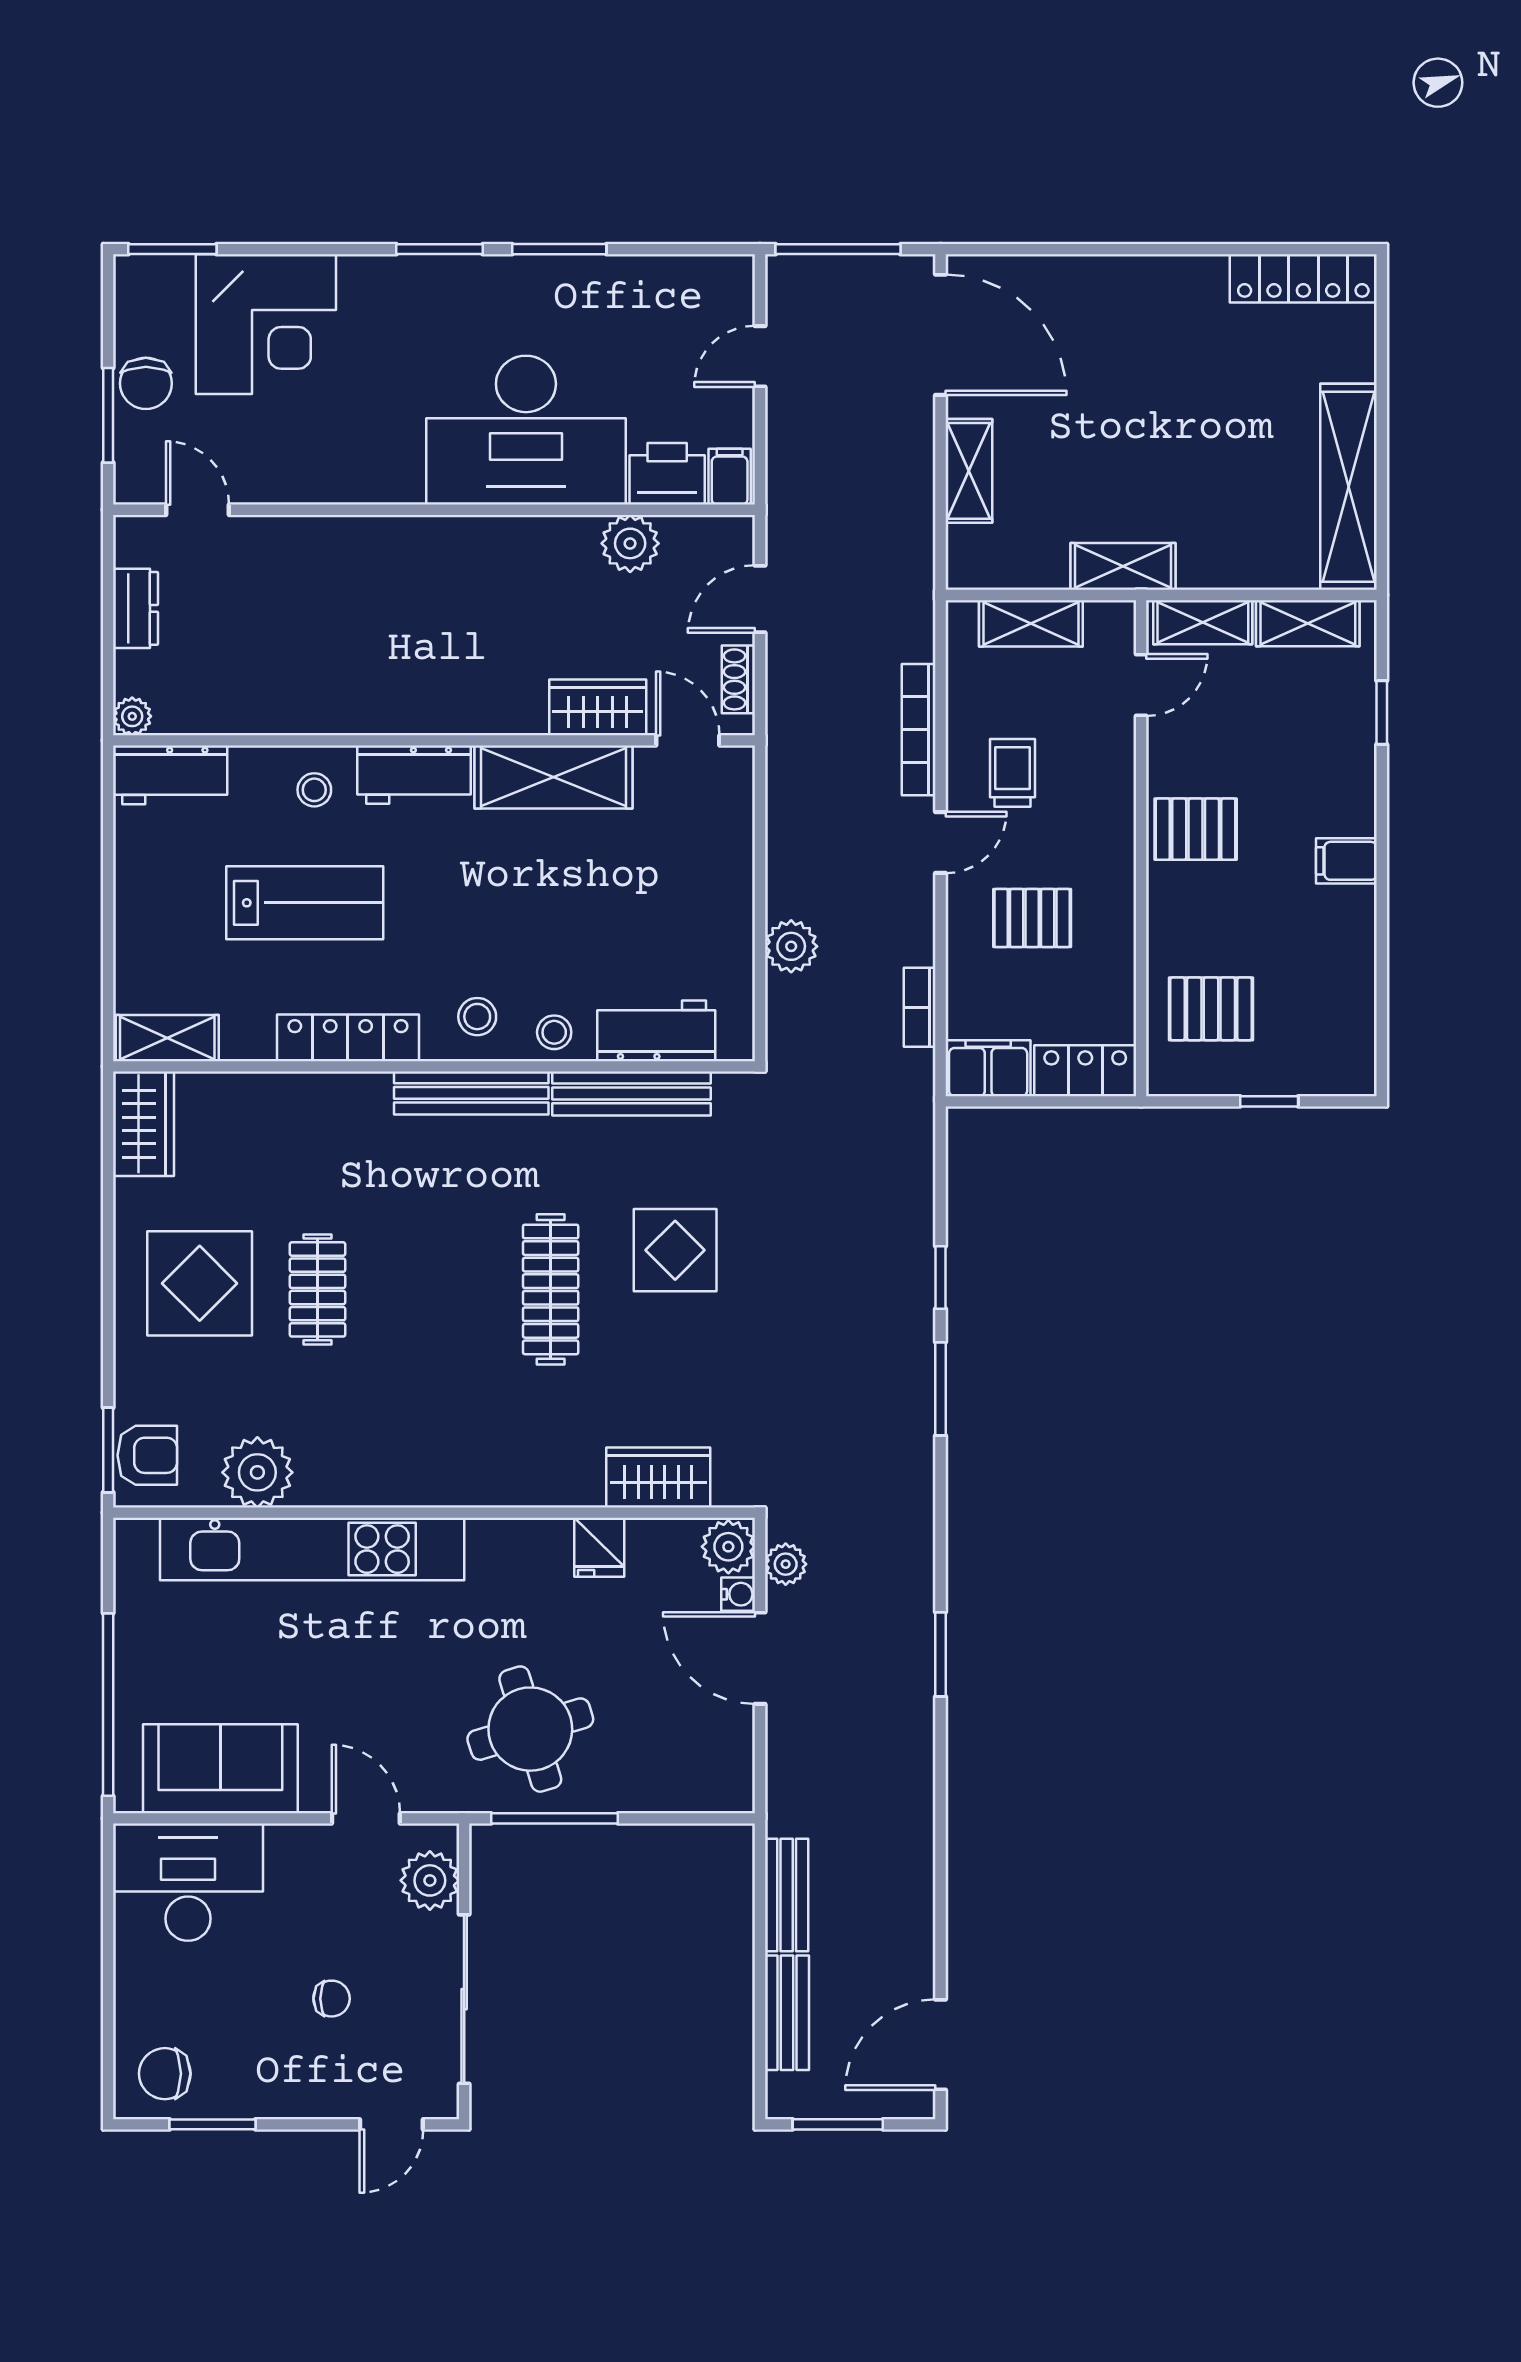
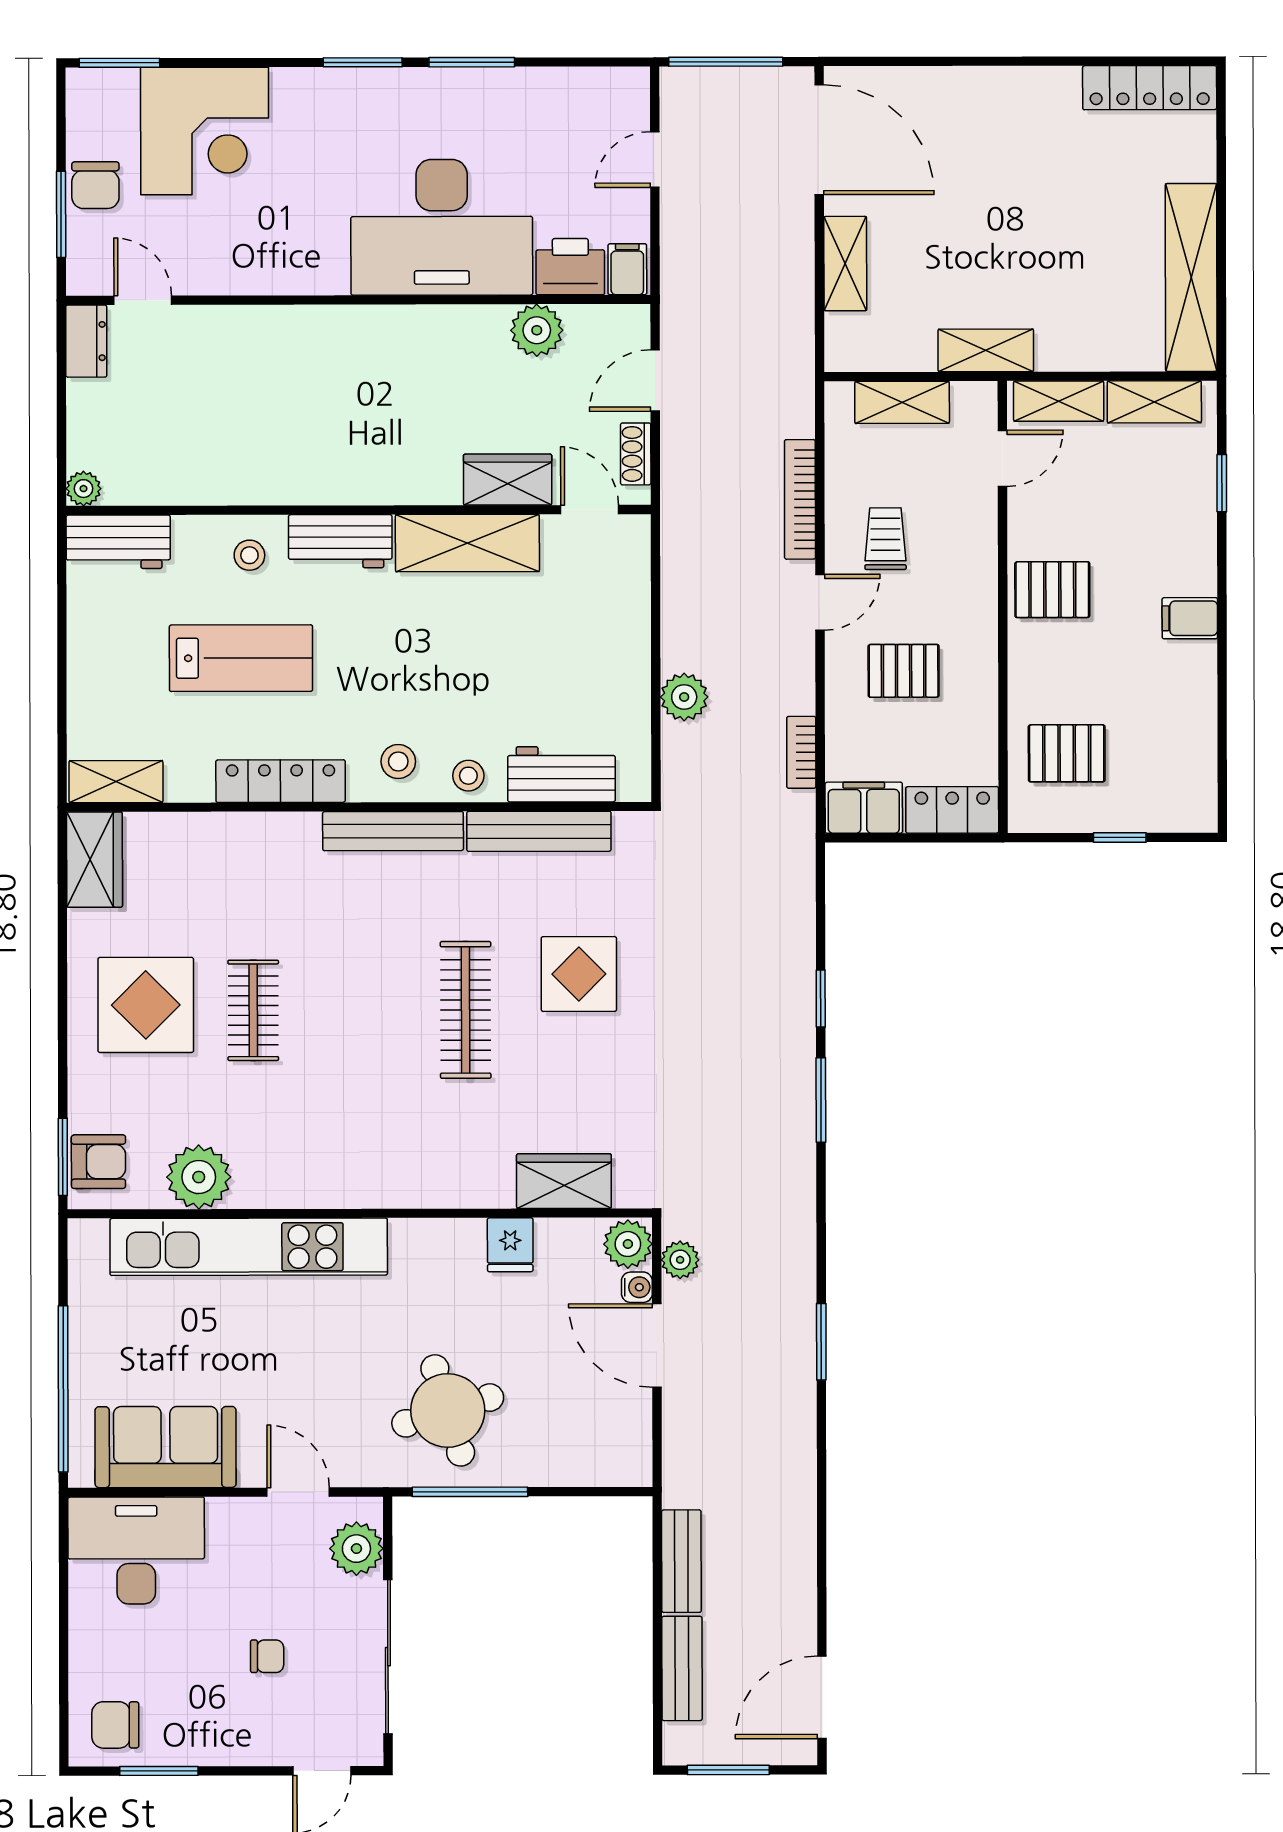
dresser: (136, 608) -> (86, 341), moved

